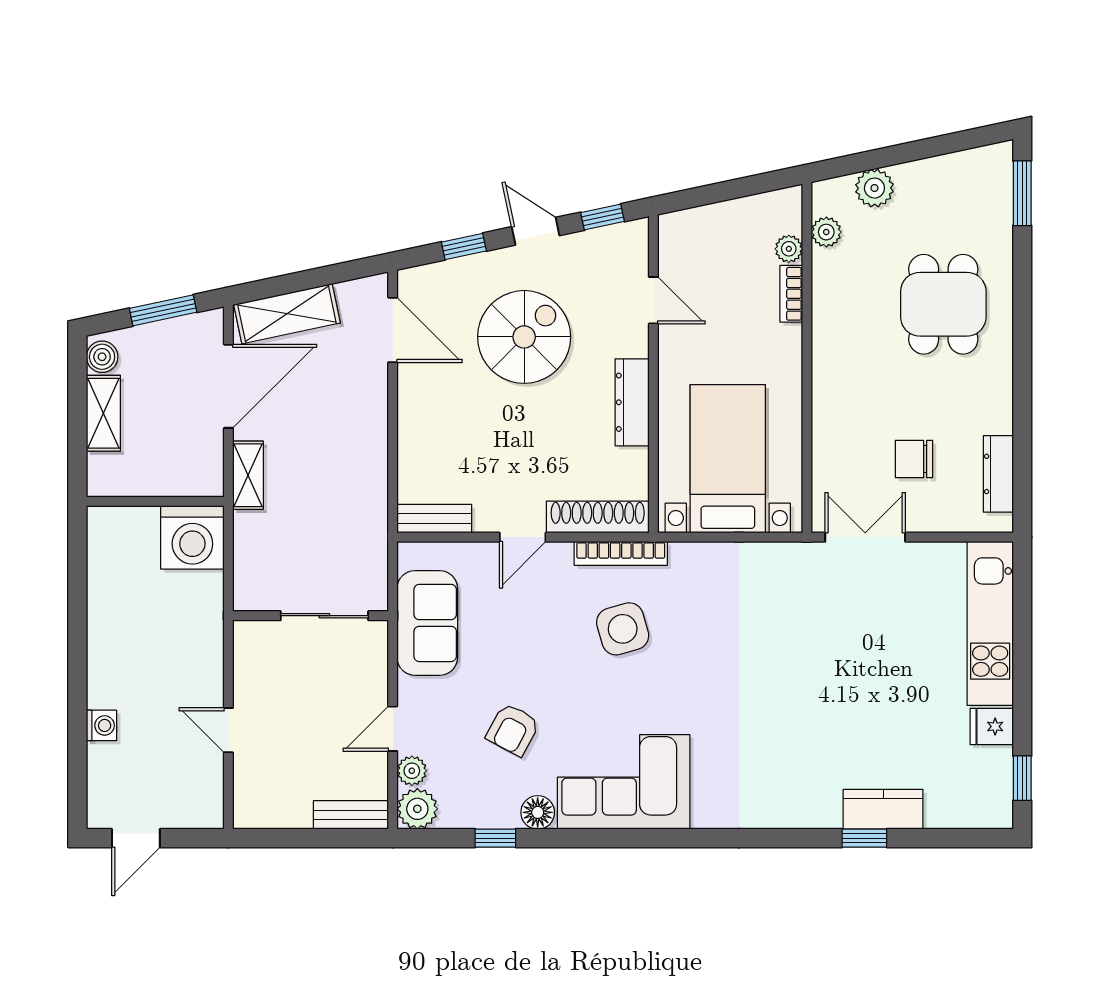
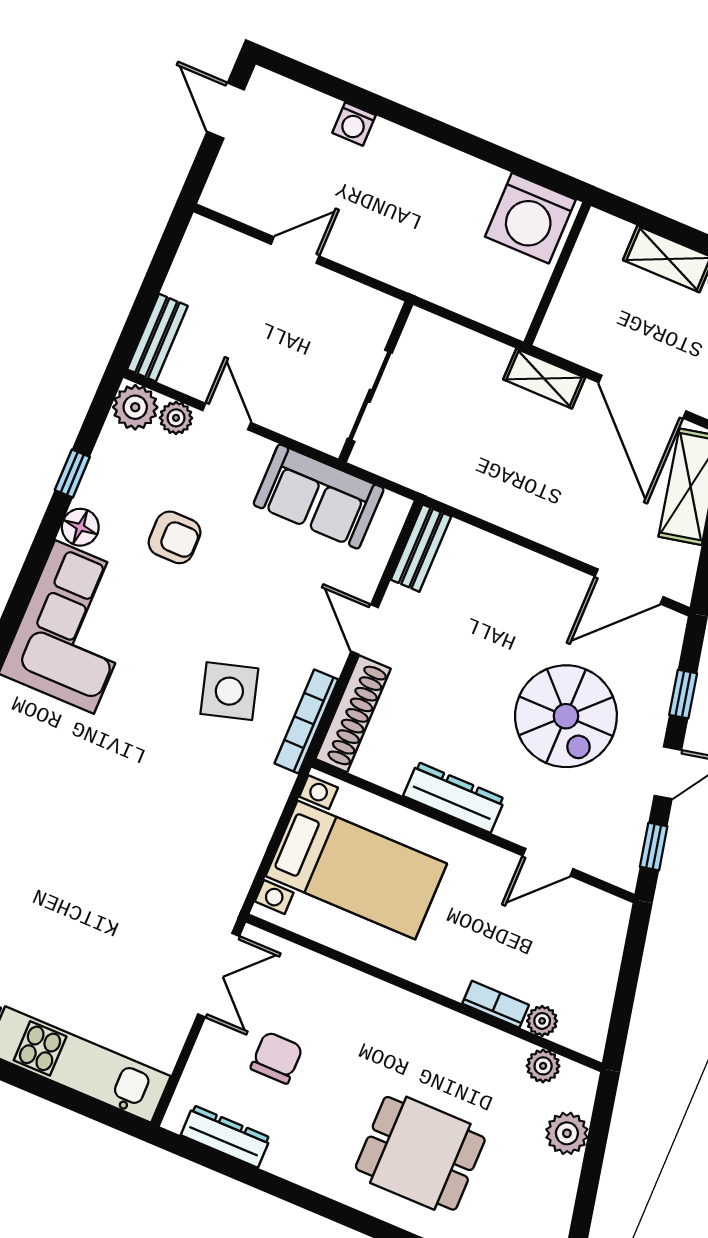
washing machine: (192, 537) -> (530, 218), moved, turned -90
armchair: (513, 730) -> (175, 537), turned 152

